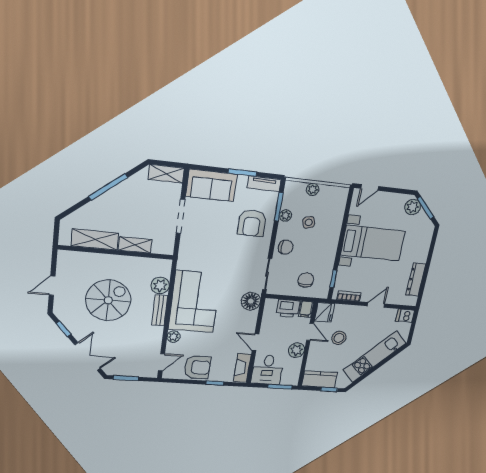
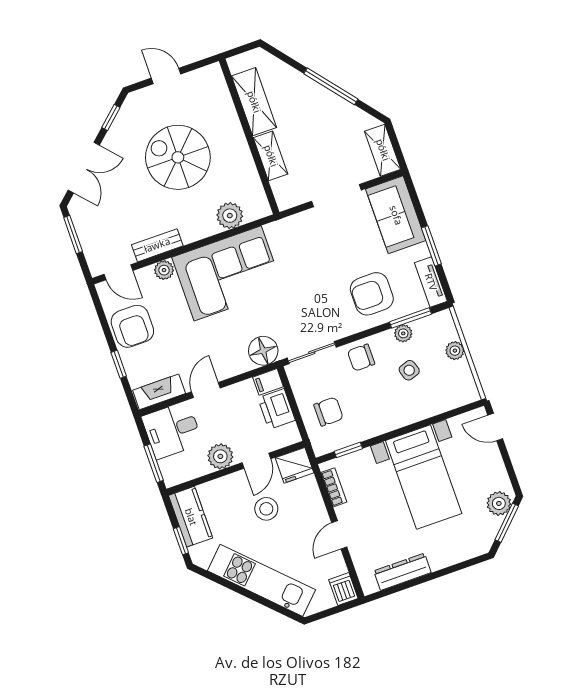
chair: (286, 247) -> (361, 358), turned 90
spiral stairs: (108, 300) -> (178, 157), turned 180
door: (376, 305) -> (339, 535), swing flipped
filing cabinet: (306, 309) -> (268, 382), moved
bench: (160, 310) -> (157, 245), moved

